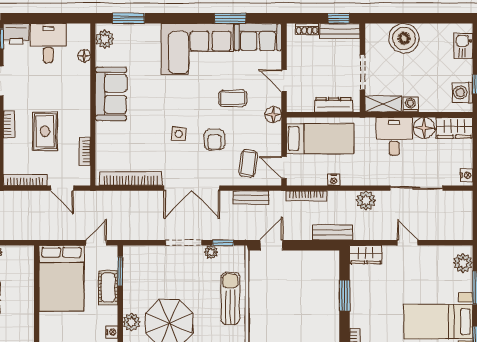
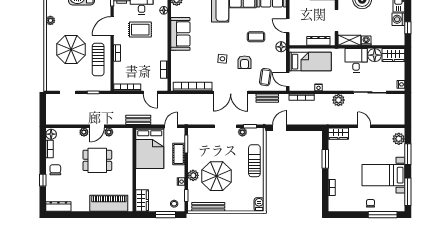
washing machine: (462, 92) -> (398, 19), moved
rug: (45, 131) -> (140, 30), moved, turned 90
bench: (333, 233) -> (138, 120), moved

